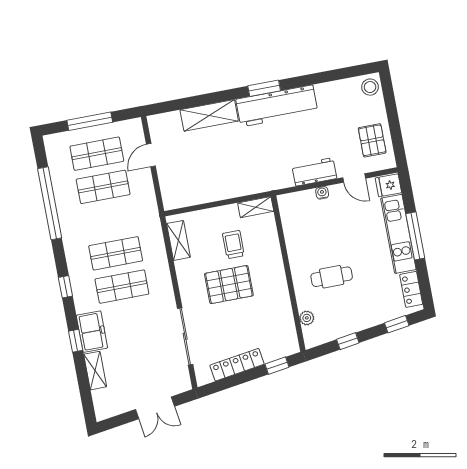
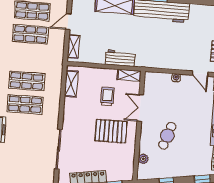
workbench: (314, 172) -> (120, 58), moved
shelving: (168, 188) -> (73, 47), added
double door: (283, 248) -> (140, 108), added
cafe table: (332, 277) -> (167, 136), turned -71
pallet: (229, 285) -> (111, 131), moved

